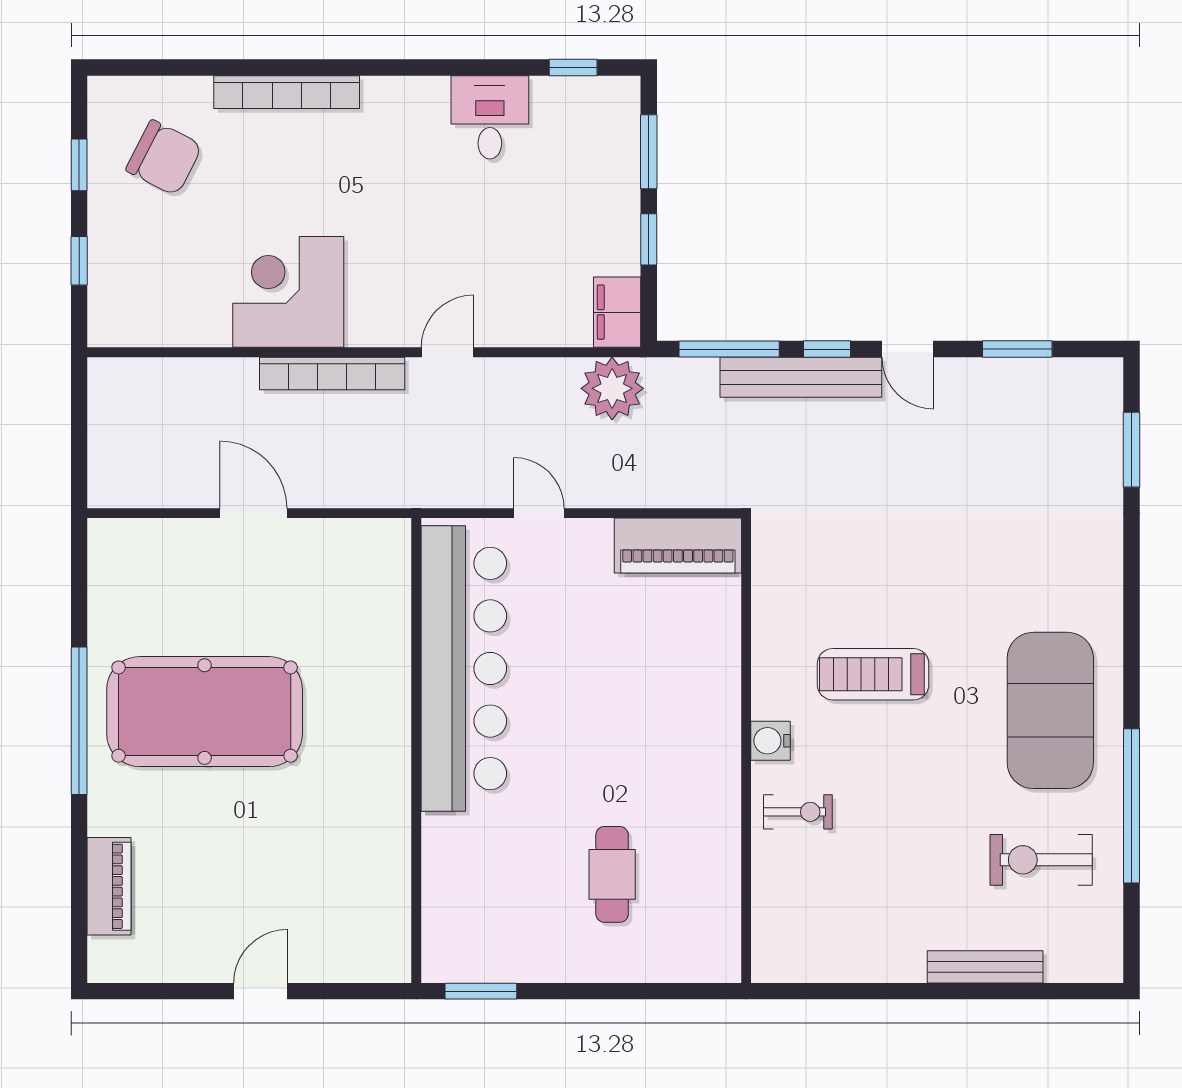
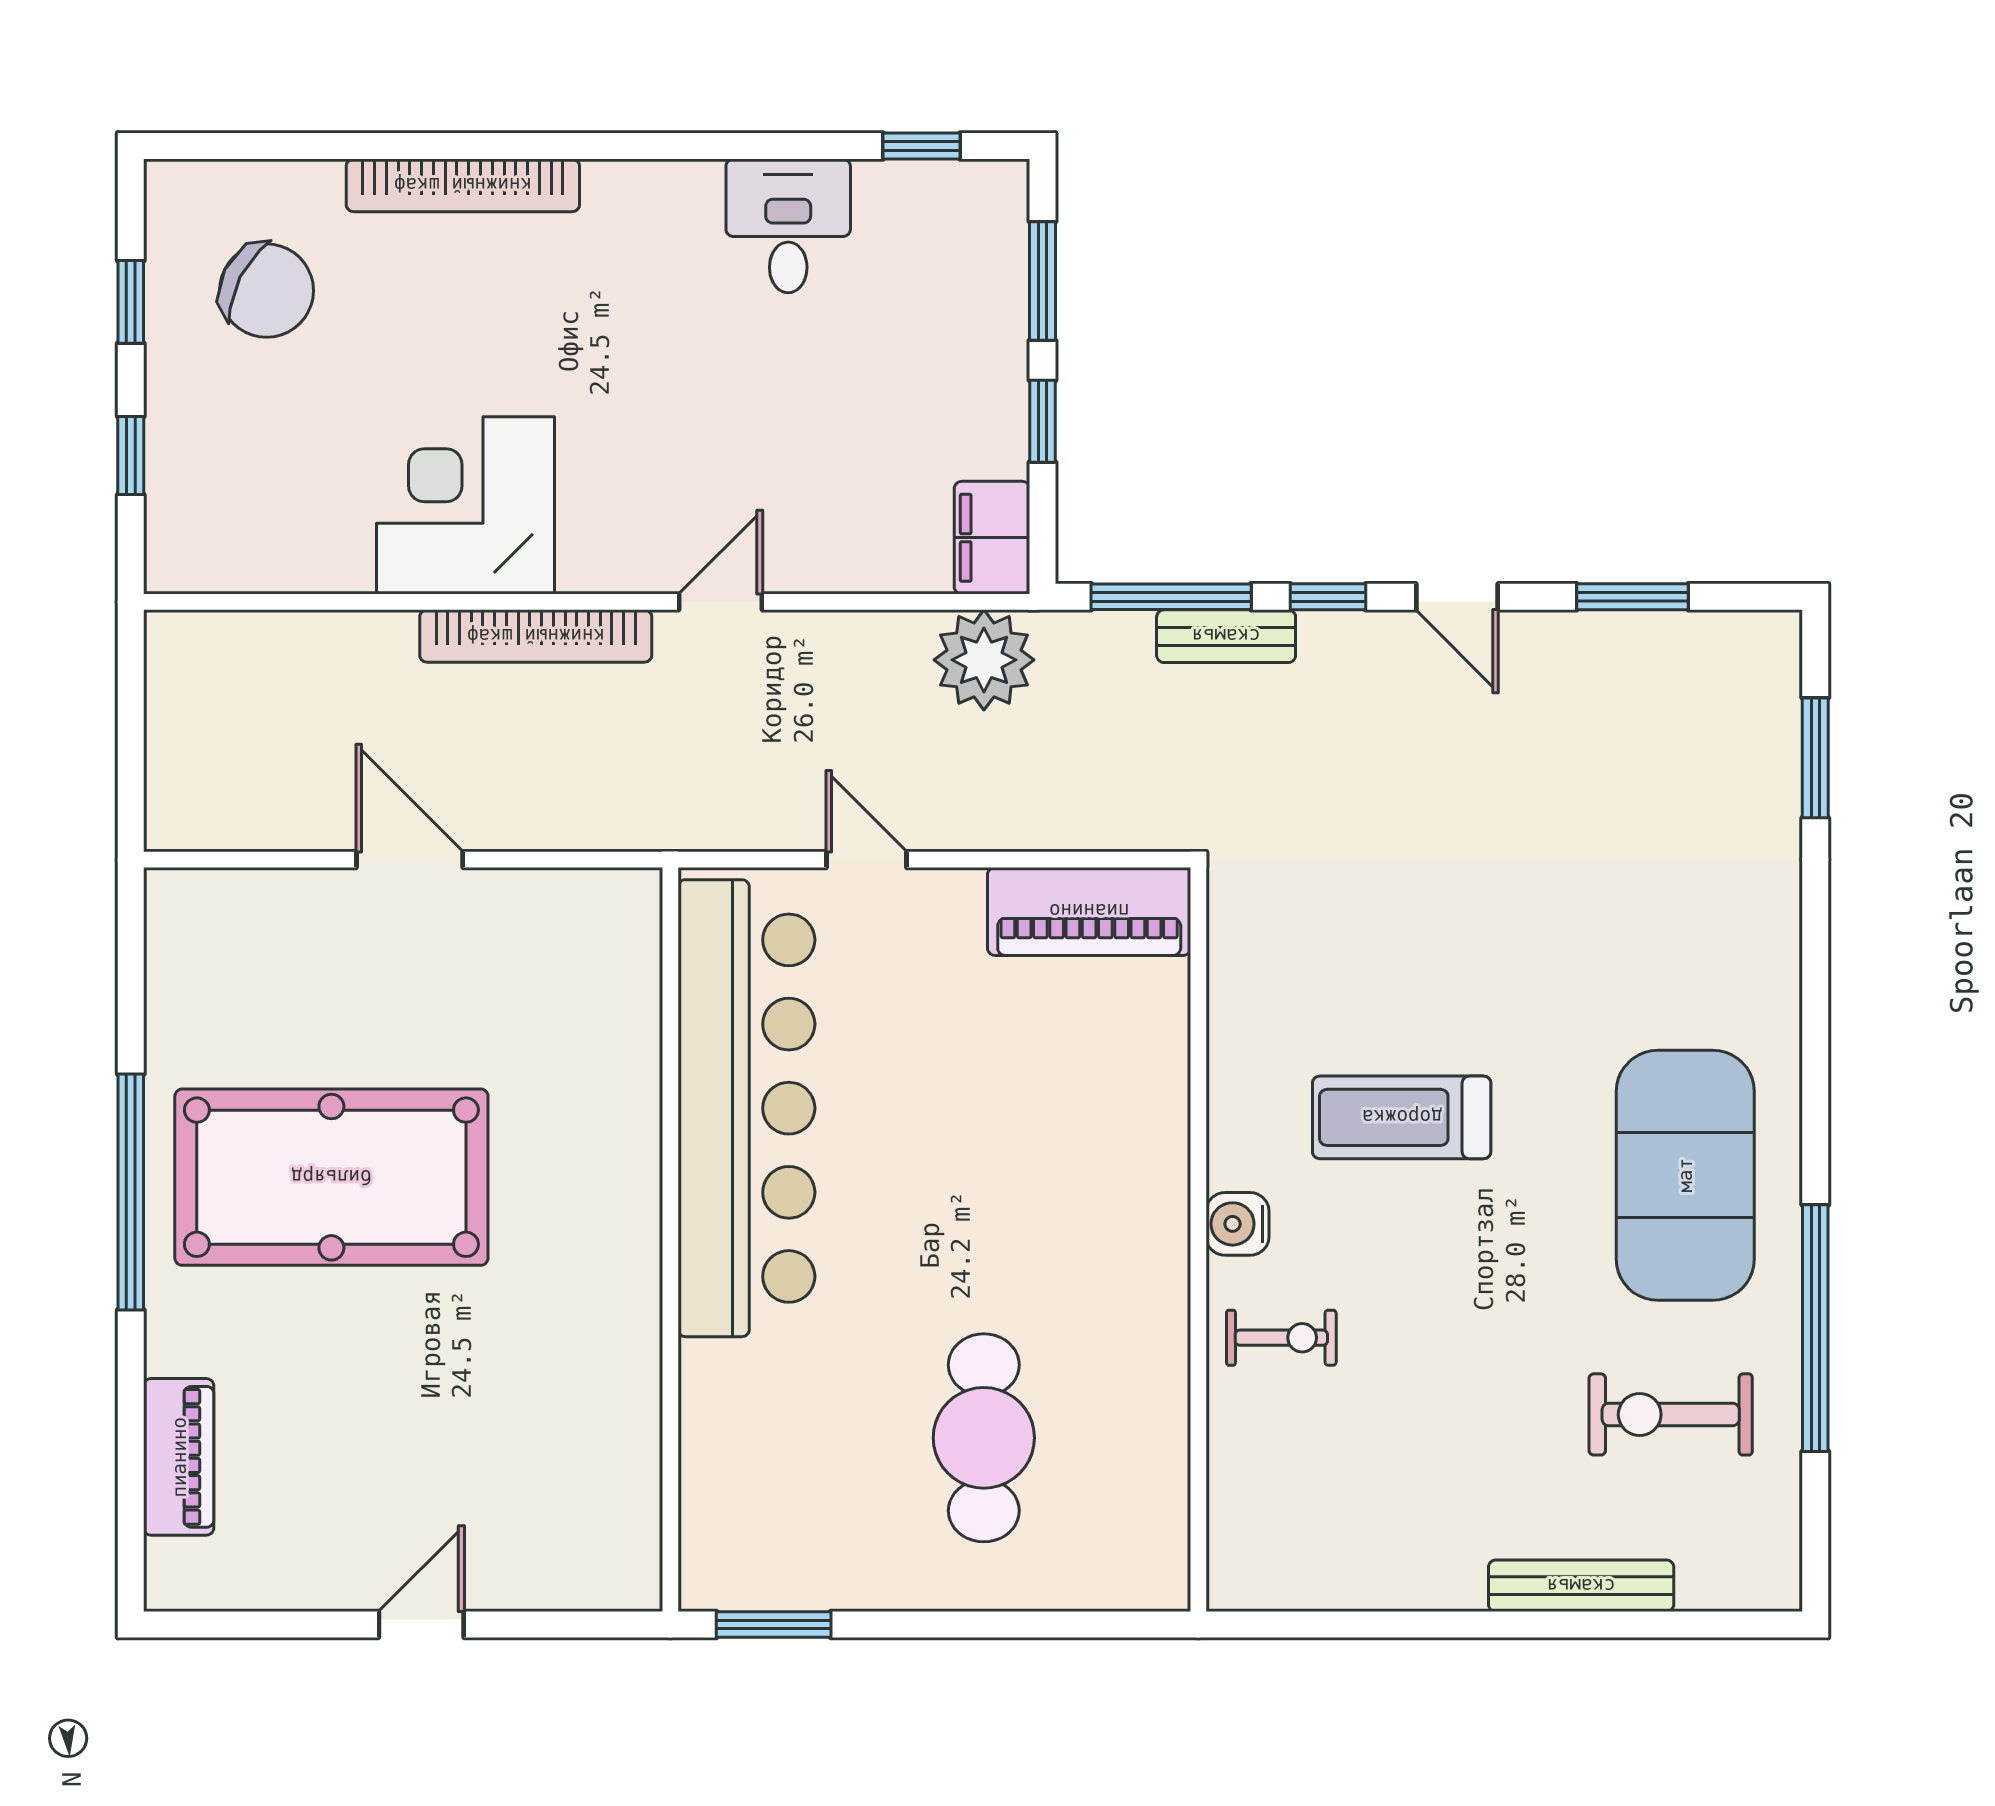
bench: (801, 377) -> (1226, 636), width x0.54, depth x0.82
cafe table: (612, 874) -> (984, 1438), width x1.37, depth x1.35

